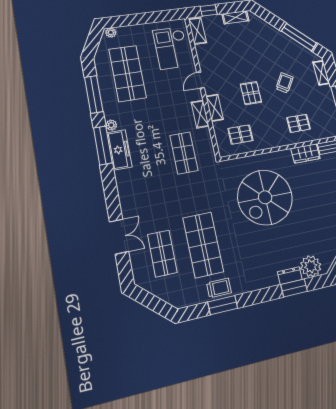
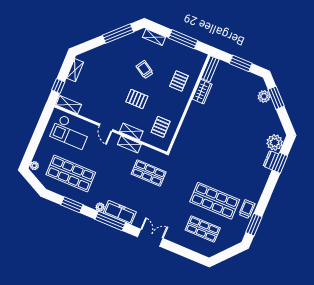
window: (94, 94) -> (72, 205), width x0.69
spiral stairs: (265, 197) -> (212, 140), removed
double door: (119, 237) -> (150, 238), moved
window: (223, 305) -> (254, 225), moved

